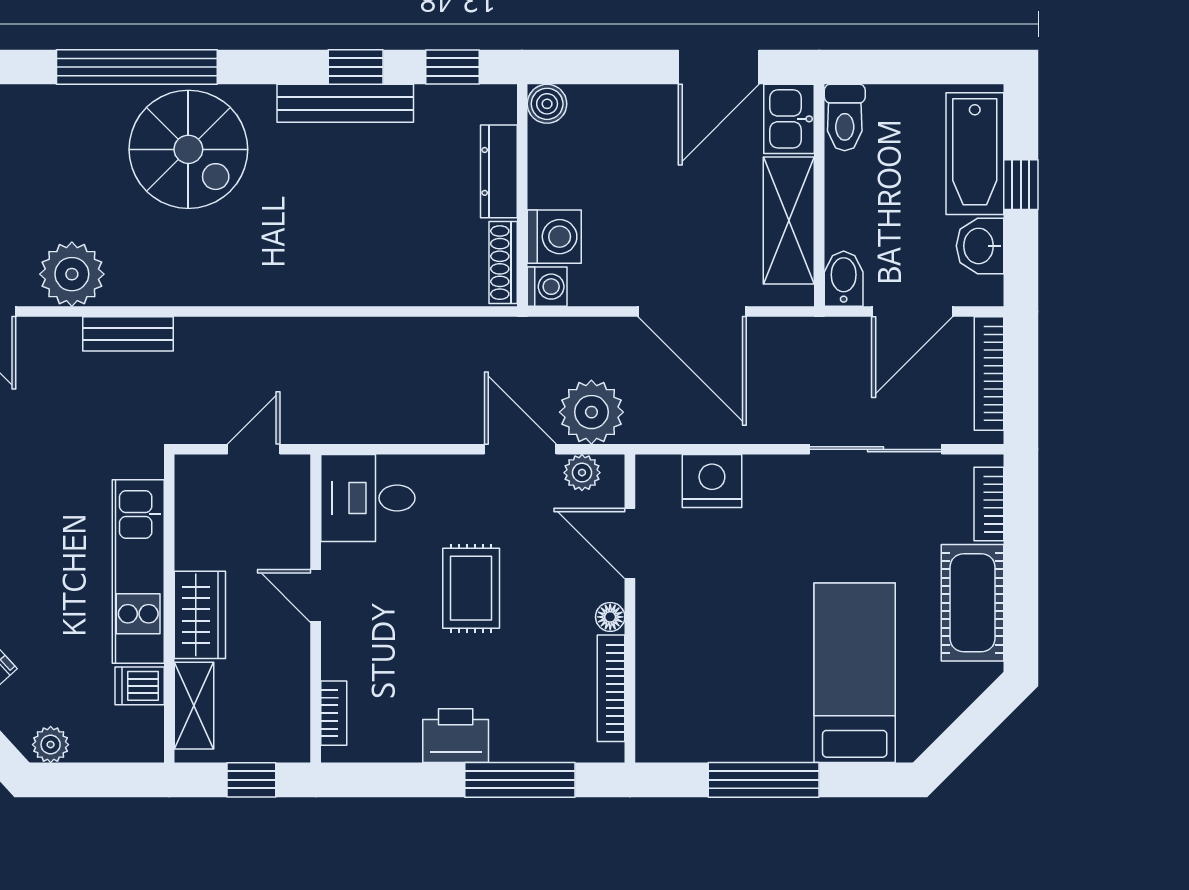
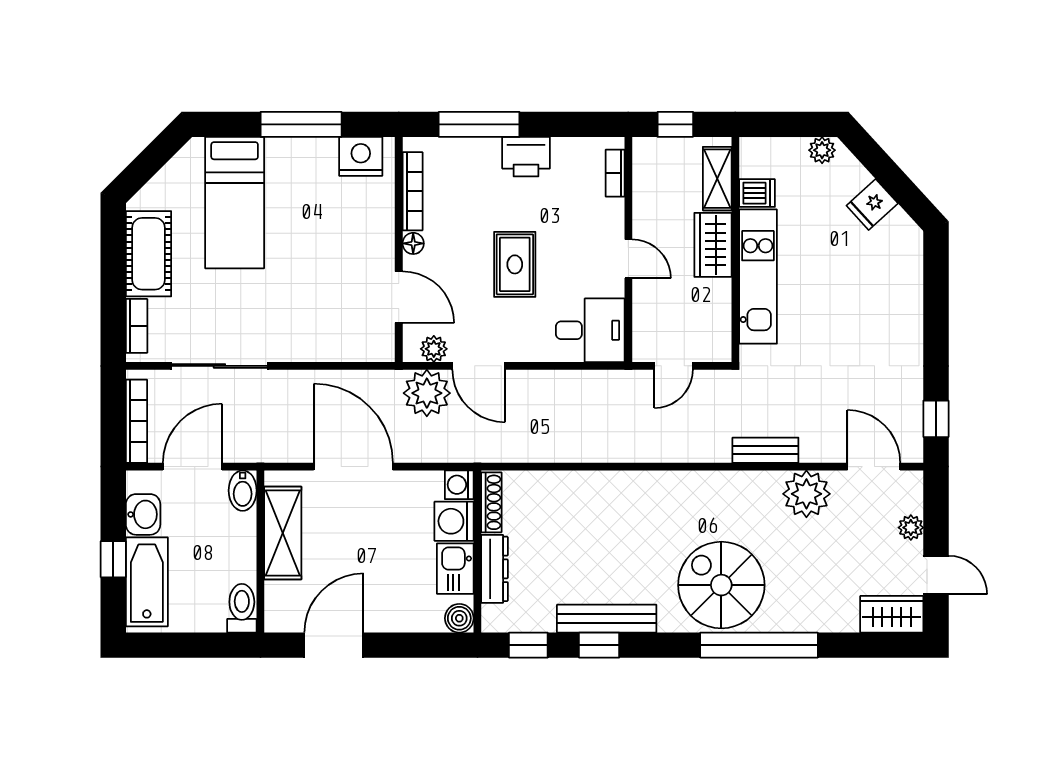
kitchen sink: (789, 119) -> (455, 569), moved, turned 180
nightstand: (712, 481) -> (361, 156), moved, turned 180

